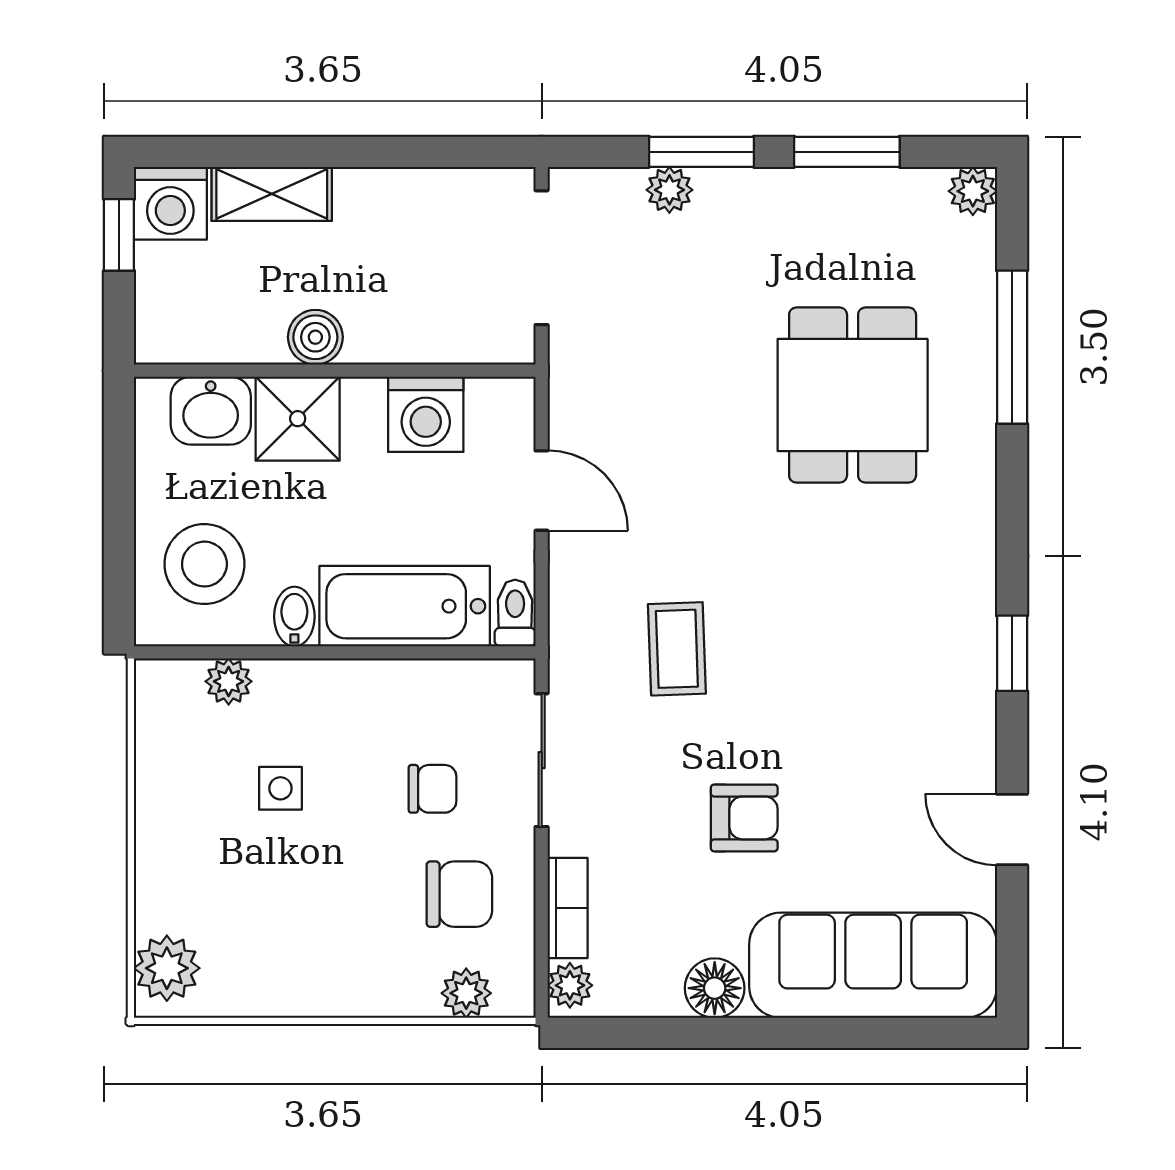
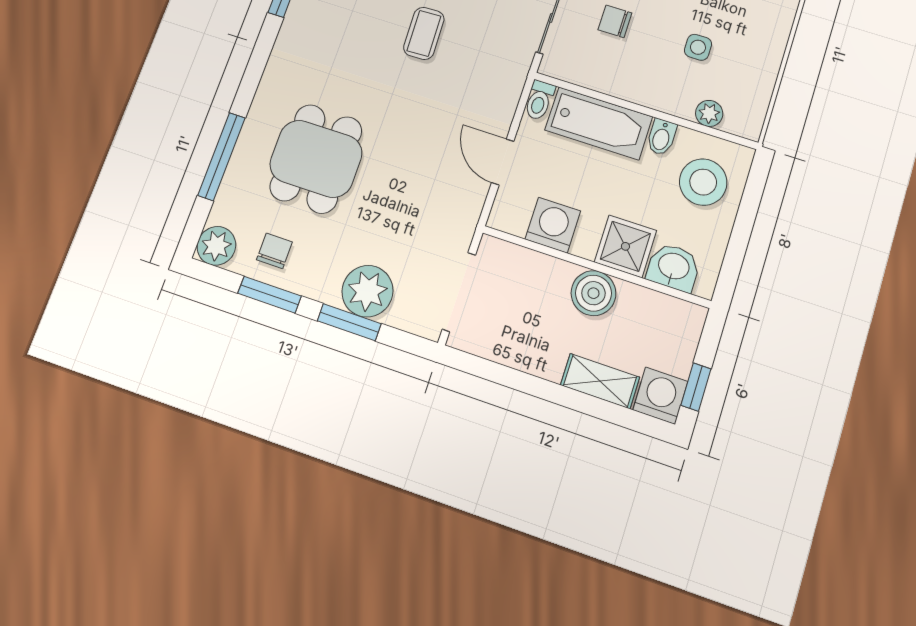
plant: (669, 190) -> (367, 291), width x1.88, depth x1.88
plant: (973, 191) -> (216, 246), width x1.38, depth x1.38
chair: (865, 224) -> (274, 251), added
boiler: (315, 337) -> (593, 293), width x1.36, depth x1.36
coffee table: (677, 649) -> (424, 33), moved

